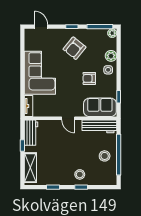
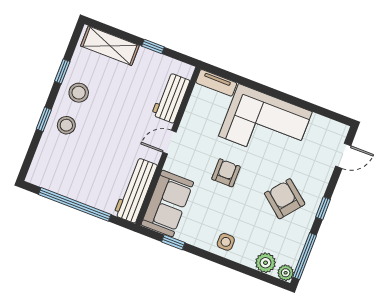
plant: (111, 56) -> (266, 263), moved
armchair: (89, 78) -> (226, 173), moved
workbench: (31, 133) -> (171, 98), moved, turned 90
stool: (105, 156) -> (79, 93), moved

